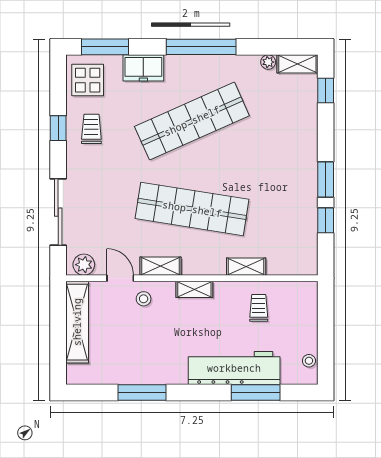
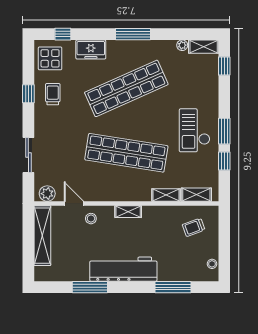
window: (105, 47) -> (63, 34), width x0.46
window: (201, 47) -> (133, 34), width x0.68
checkout: (285, 178) -> (195, 130), added
sliding door: (58, 212) -> (28, 155), width x0.73
shelving: (160, 266) -> (196, 195), moved
trolley: (259, 308) -> (194, 227), moved, turned -110
workbench: (234, 368) -> (123, 269), moved

